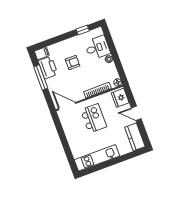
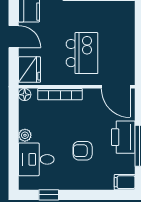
printer: (48, 68) -> (123, 137), moved
kitchen island: (93, 118) -> (82, 53), turned 180

